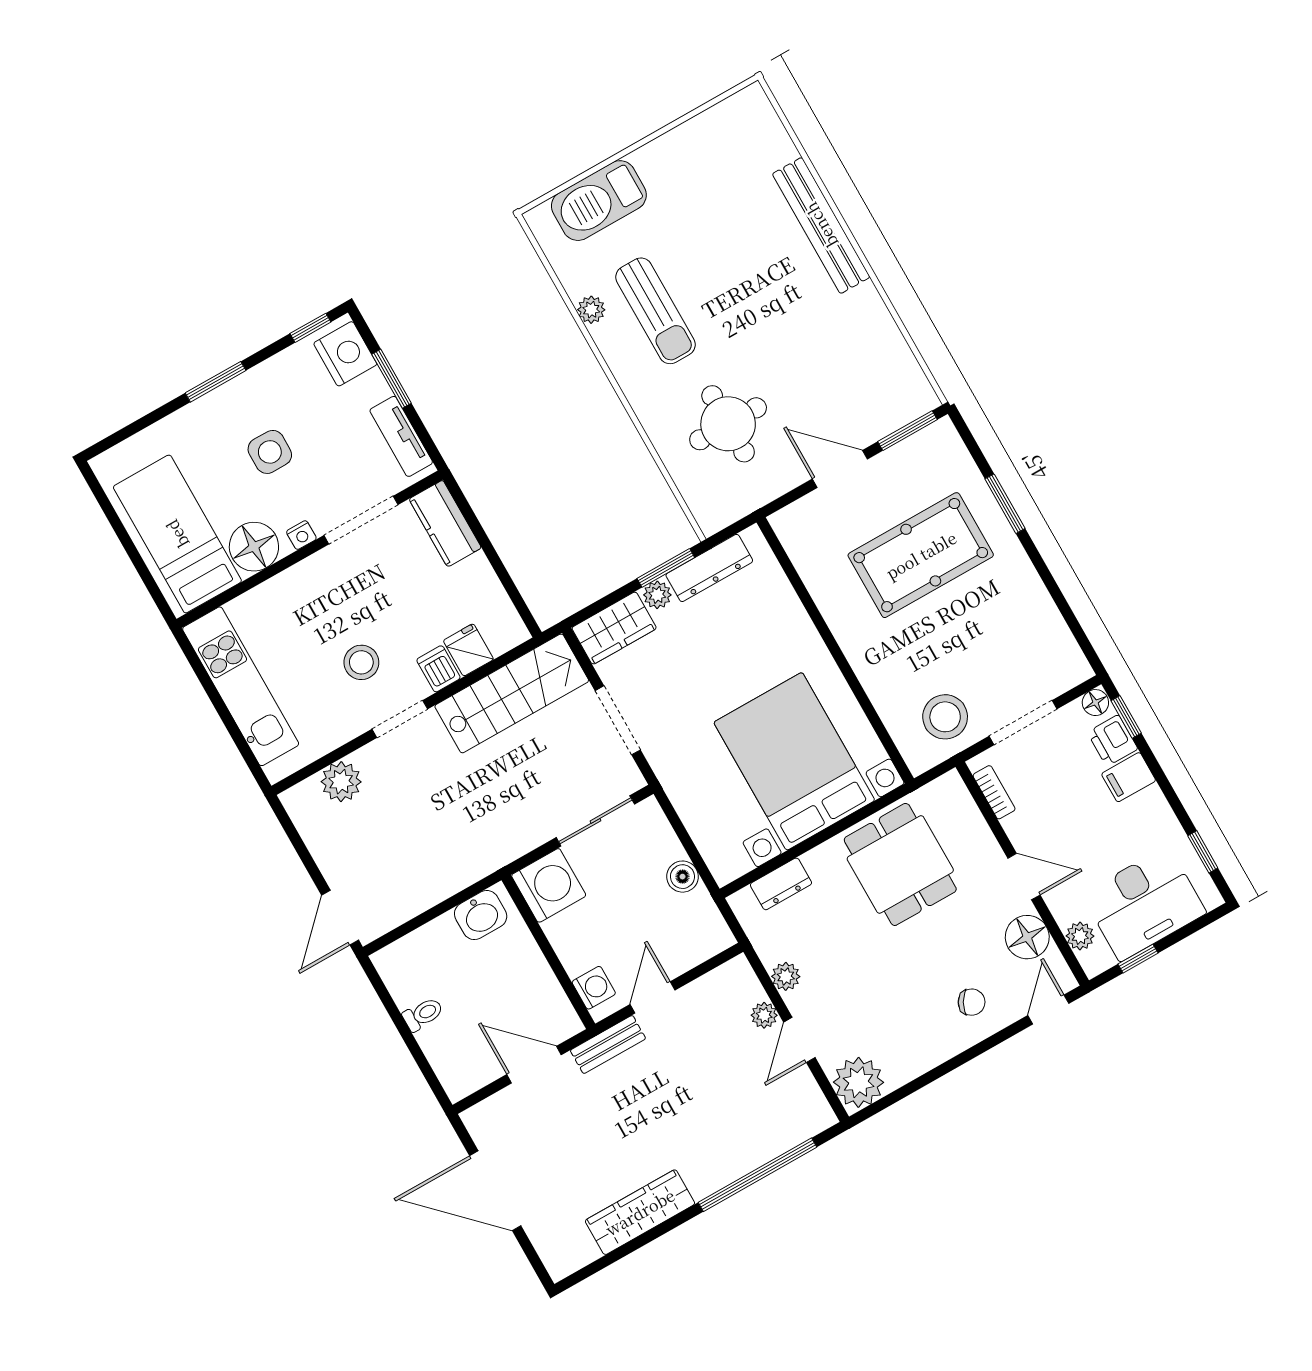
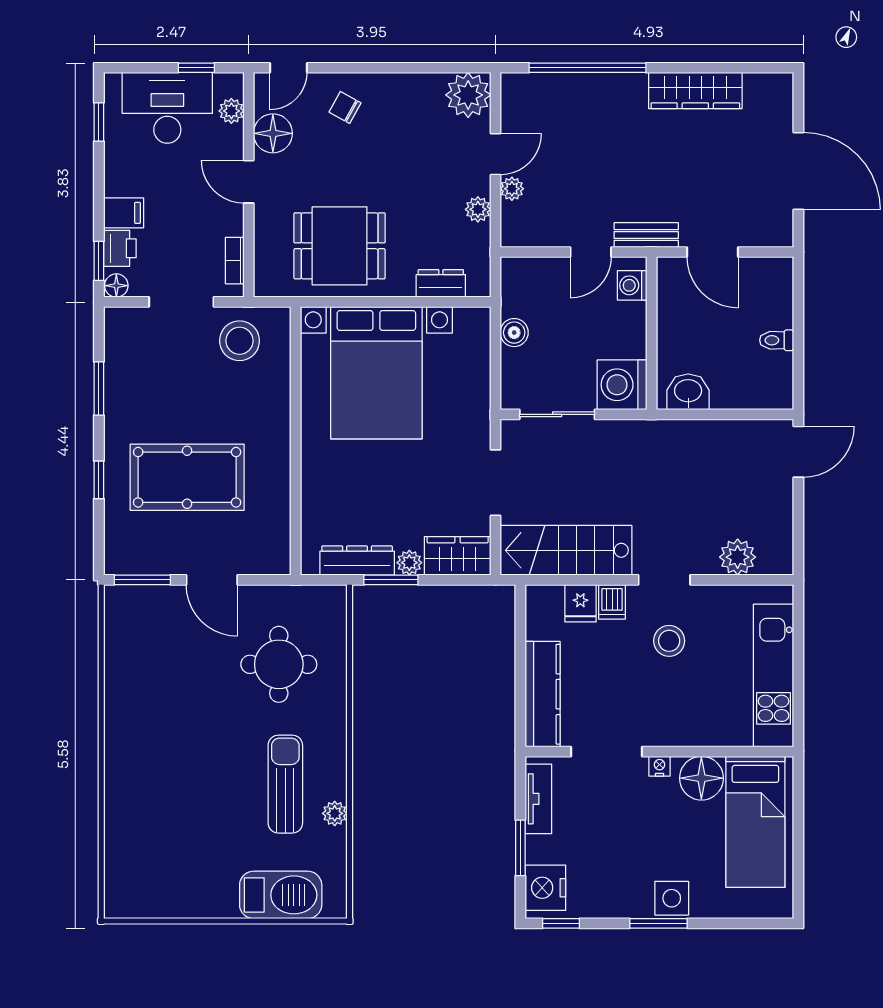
bench: (821, 225) -> (119, 777), removed
side table: (270, 452) -> (672, 898), moved
window: (1005, 504) -> (99, 480), width x0.67
kitchen counter: (445, 523) -> (543, 694), width x1.50
window: (1056, 593) -> (99, 389), added
dining table: (900, 864) -> (340, 246), turned 90

